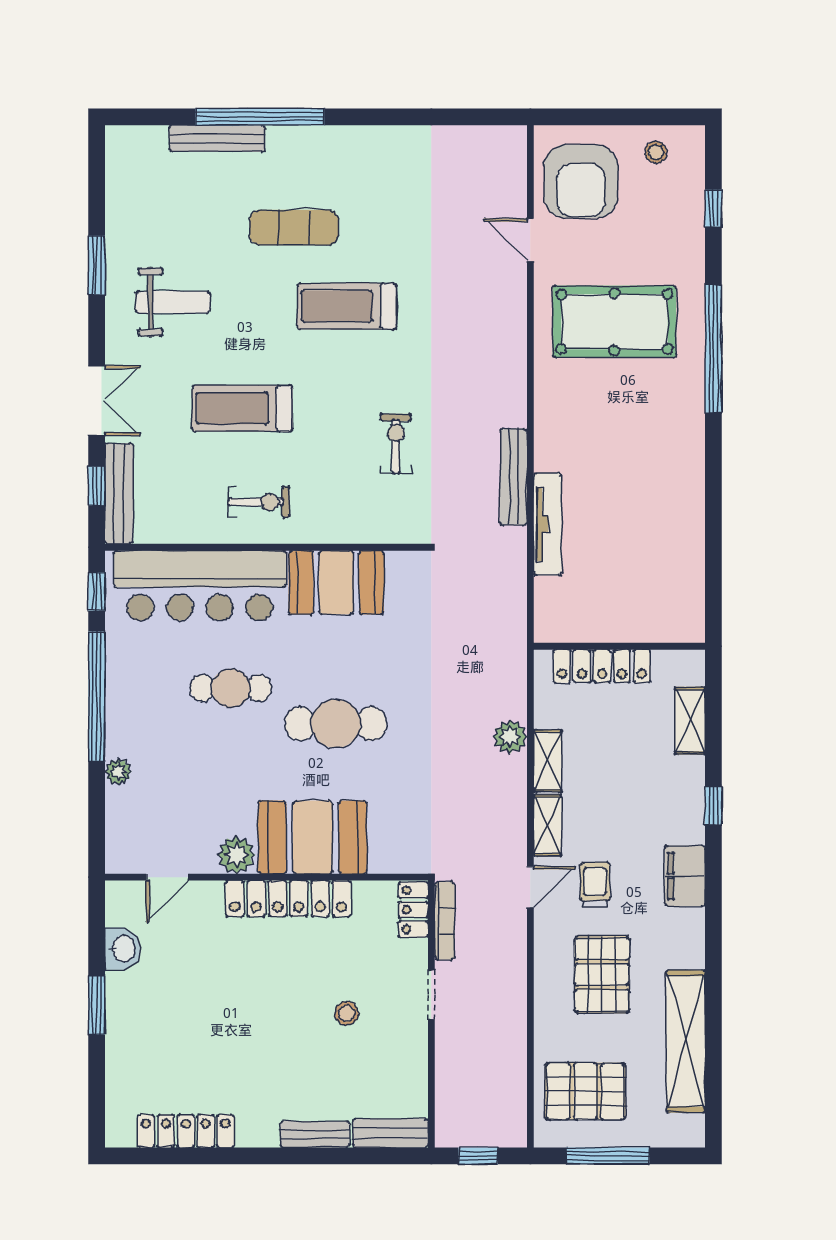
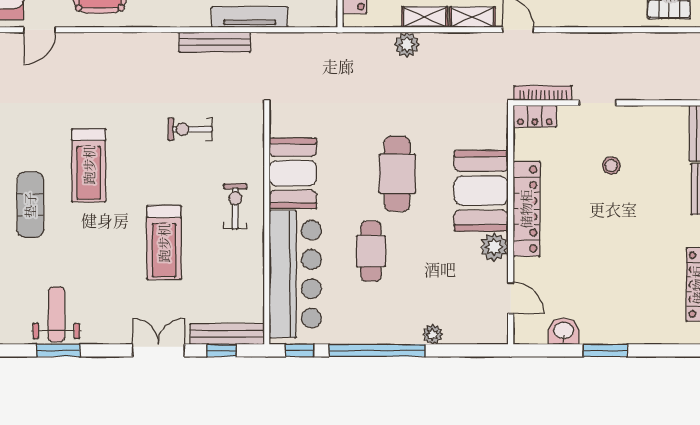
weight bench: (173, 302) -> (56, 314), moved
exercise bike: (259, 502) -> (235, 206), moved

